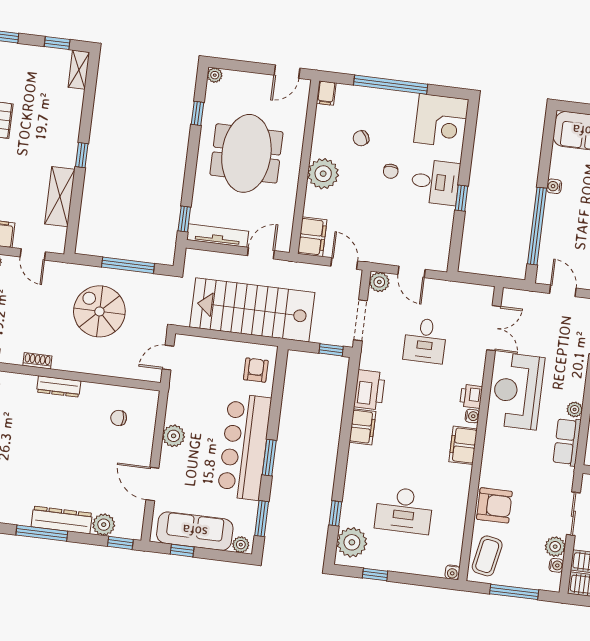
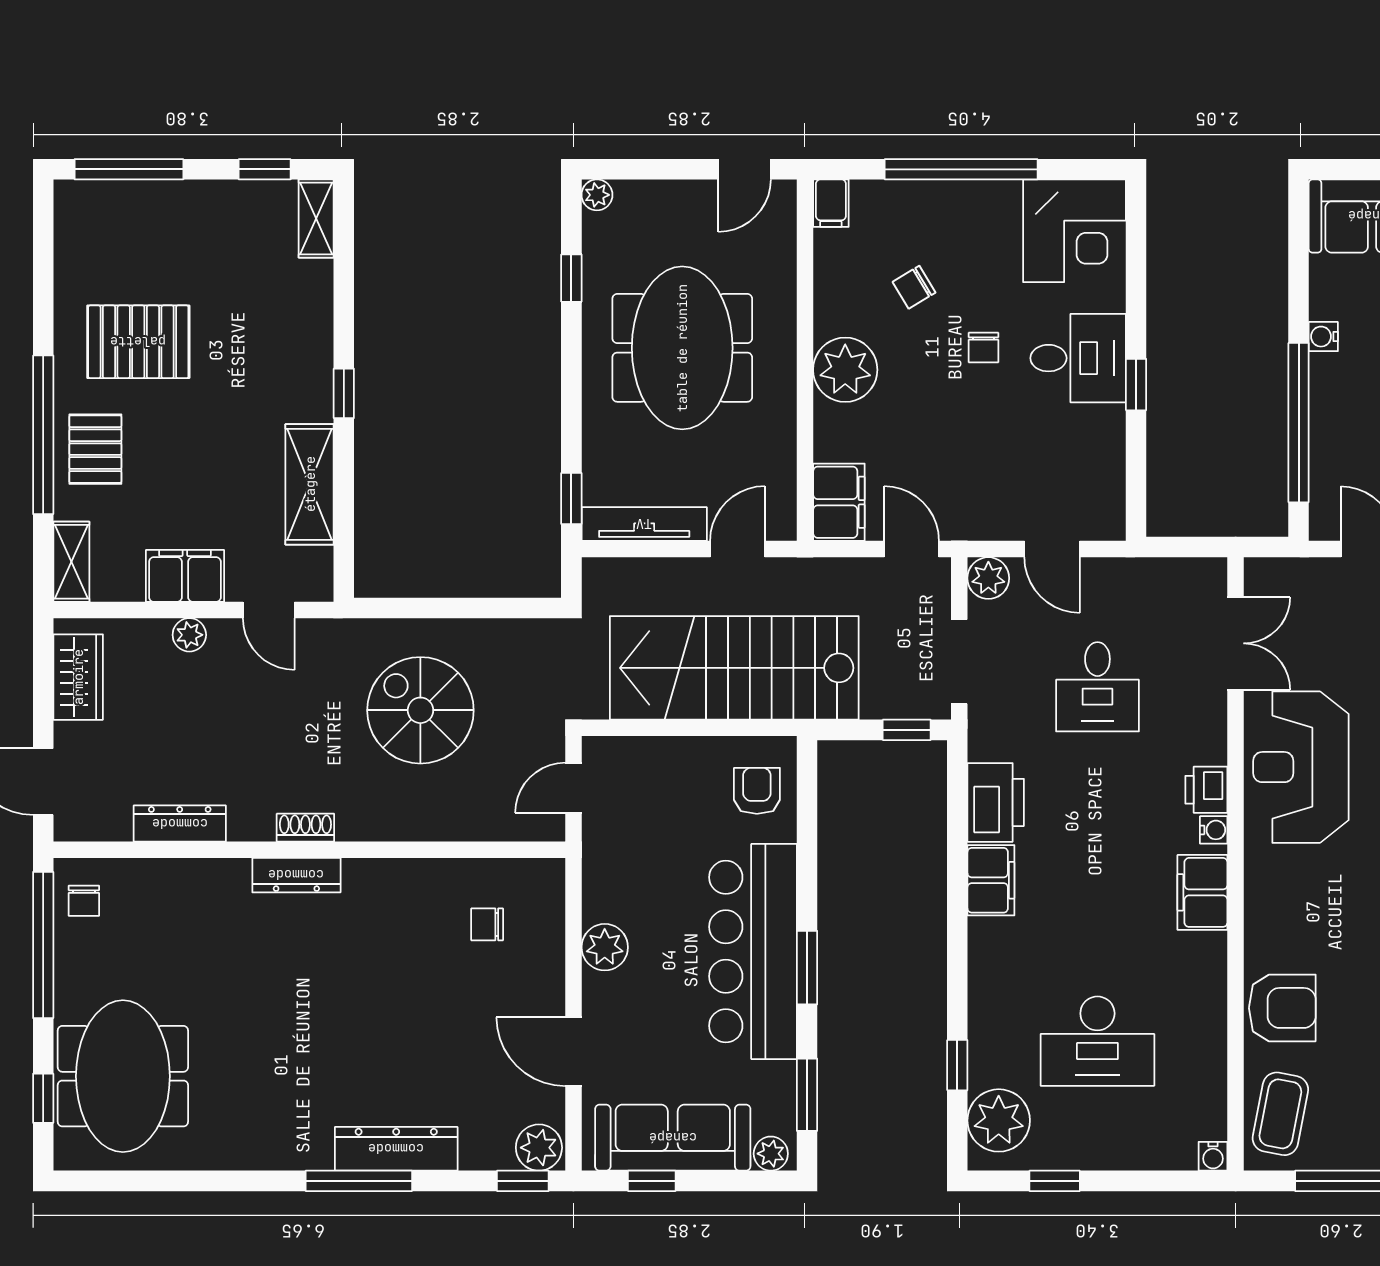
window: (128, 265) -> (467, 608), removed
dresser: (59, 387) -> (296, 875), moved
plant: (104, 525) -> (539, 1148), moved

